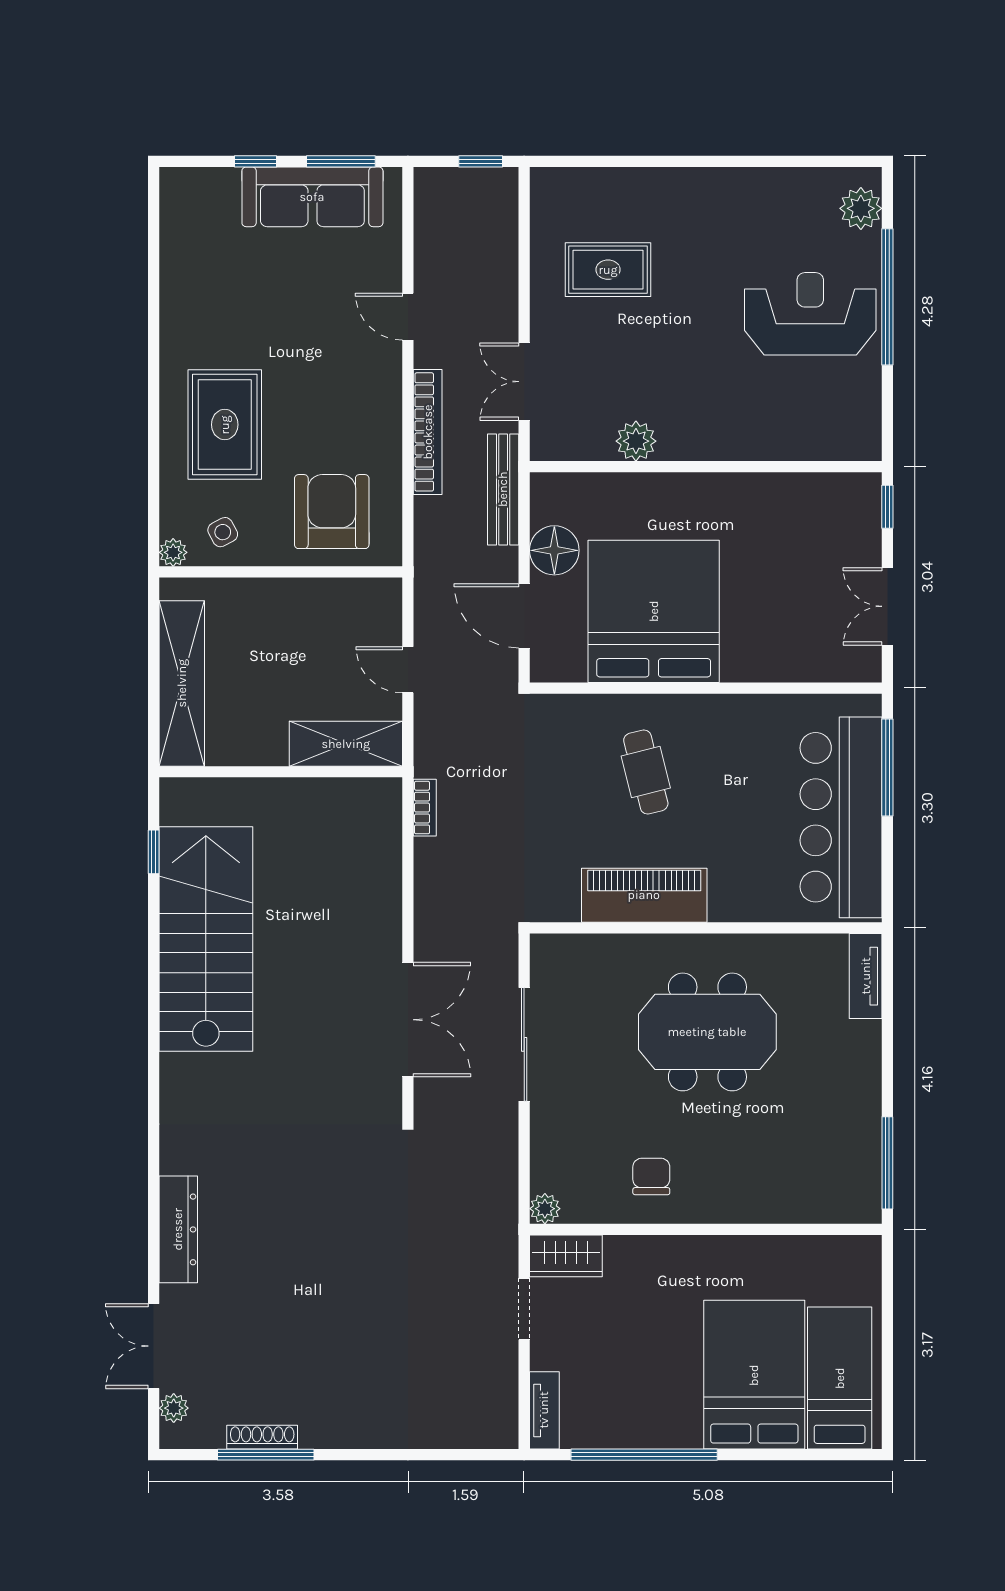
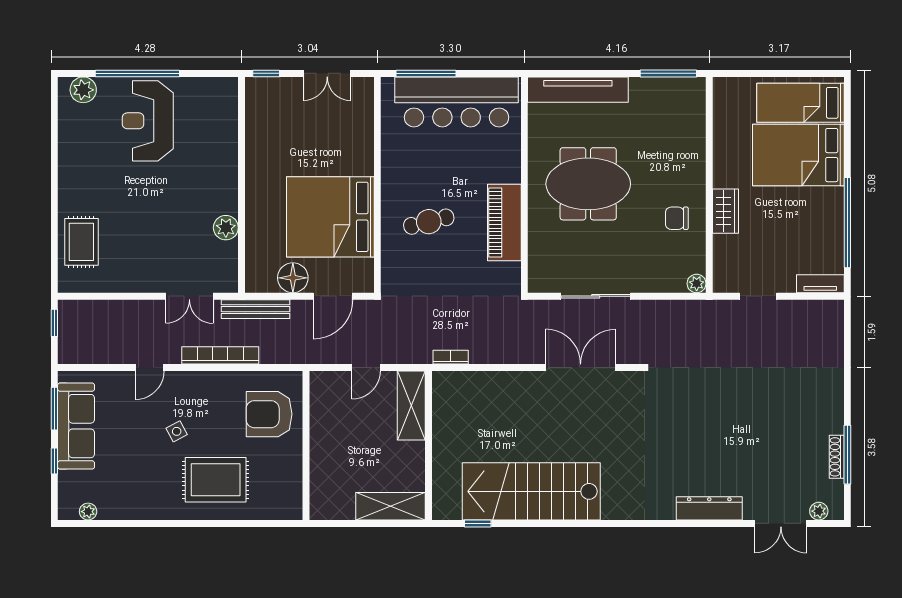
rug: (608, 270) -> (81, 242), moved
side table: (223, 532) -> (177, 431), moved
plant: (173, 552) -> (88, 512), moved
shelving: (182, 683) -> (391, 506), width x0.68
tv unit: (866, 976) -> (578, 90), width x1.92, depth x1.29
meeting table: (707, 1032) -> (588, 184), turned 90
wardrobe: (566, 1256) -> (726, 211), moved

